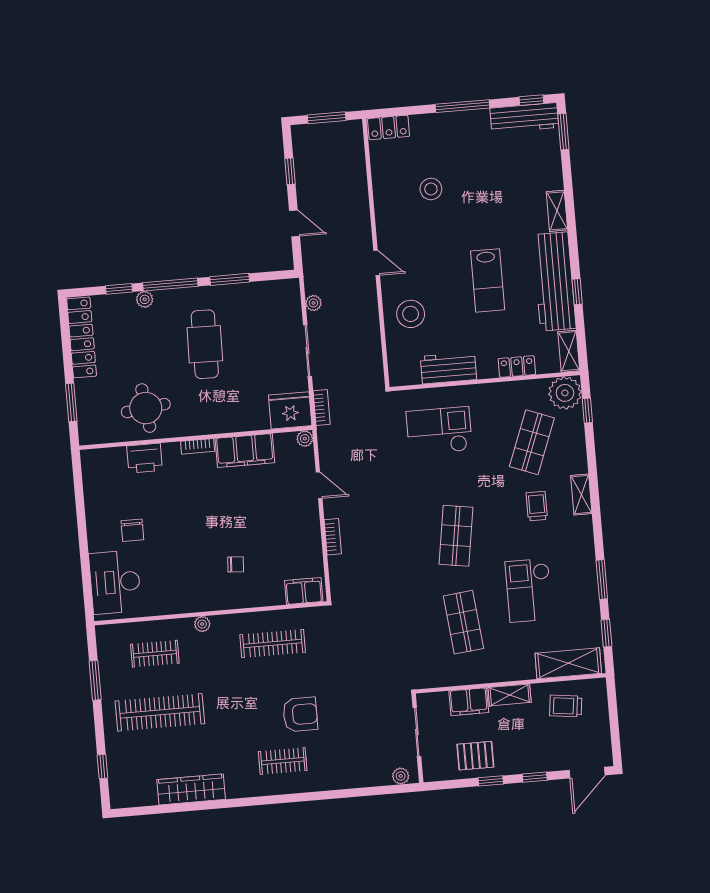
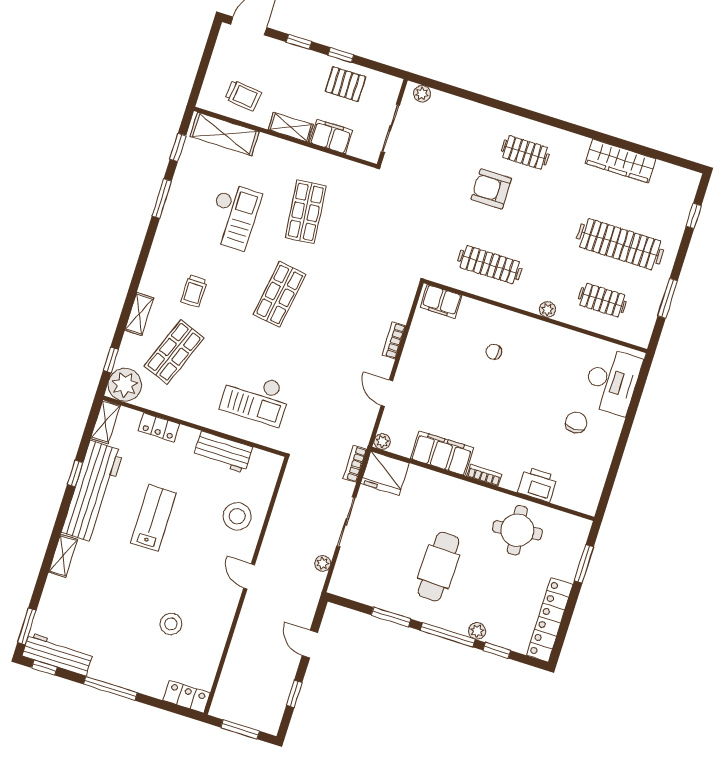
shelving: (581, 495) -> (139, 314), moved

